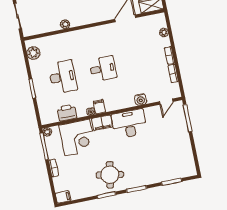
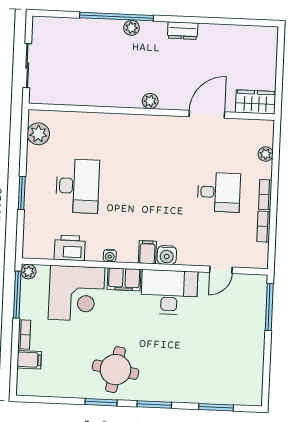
plant: (65, 24) -> (150, 101), moved
desk: (103, 69) -> (219, 192), moved
water cooler: (141, 100) -> (167, 255), moved
door: (166, 102) -> (221, 270), moved
filing cabinet: (99, 107) -> (147, 252), moved
filing cabinet: (63, 197) -> (29, 360), moved

